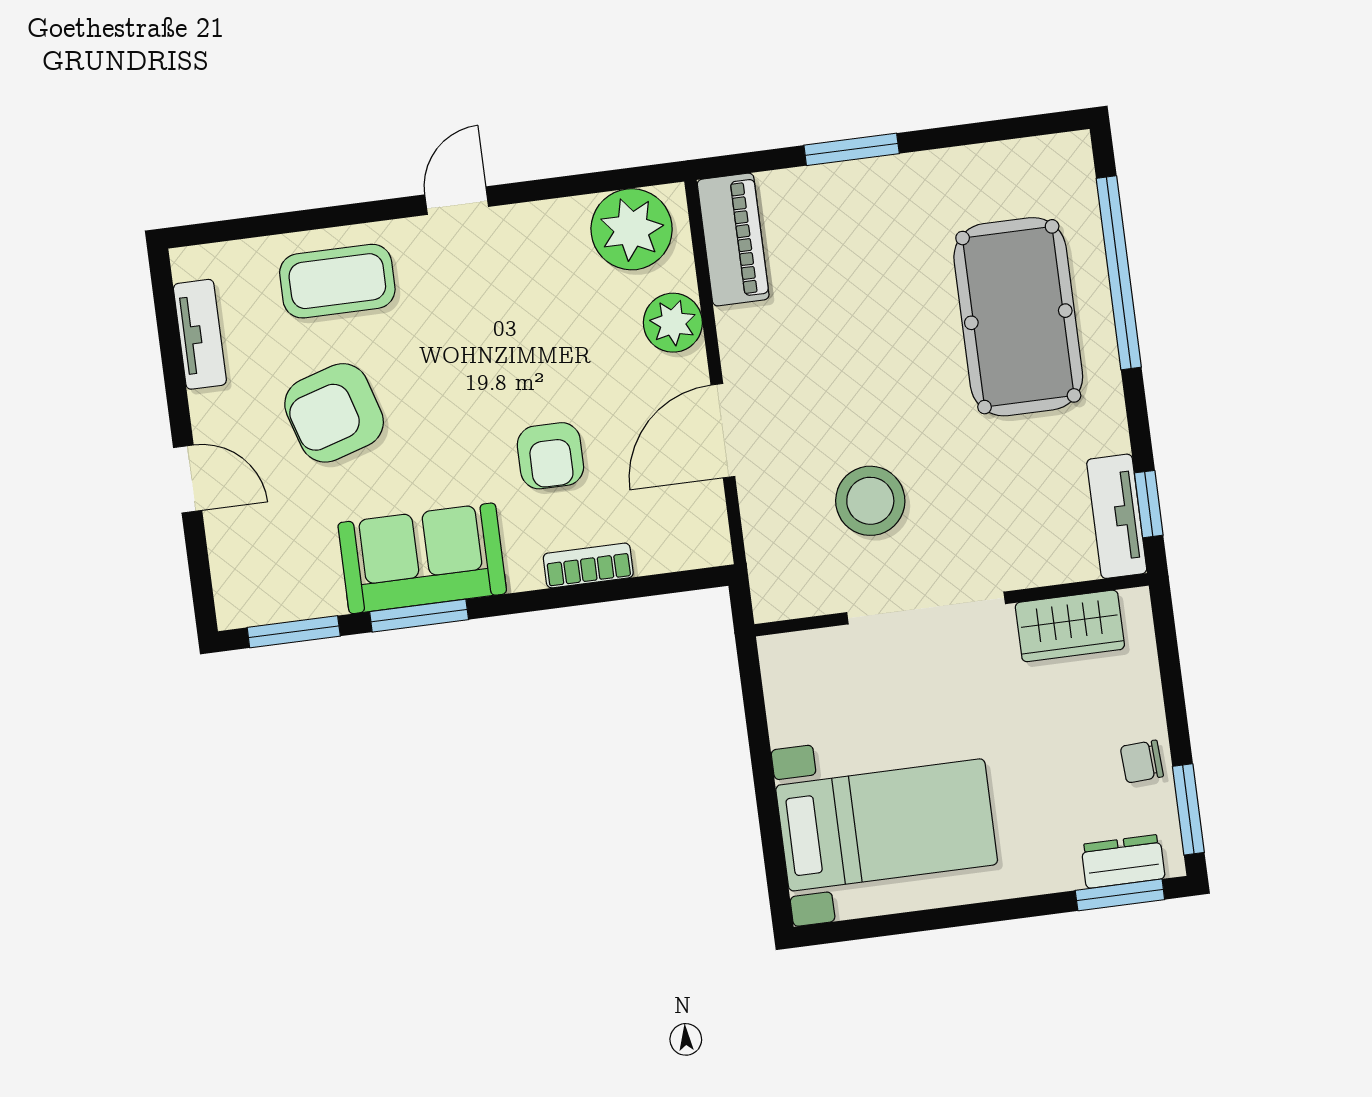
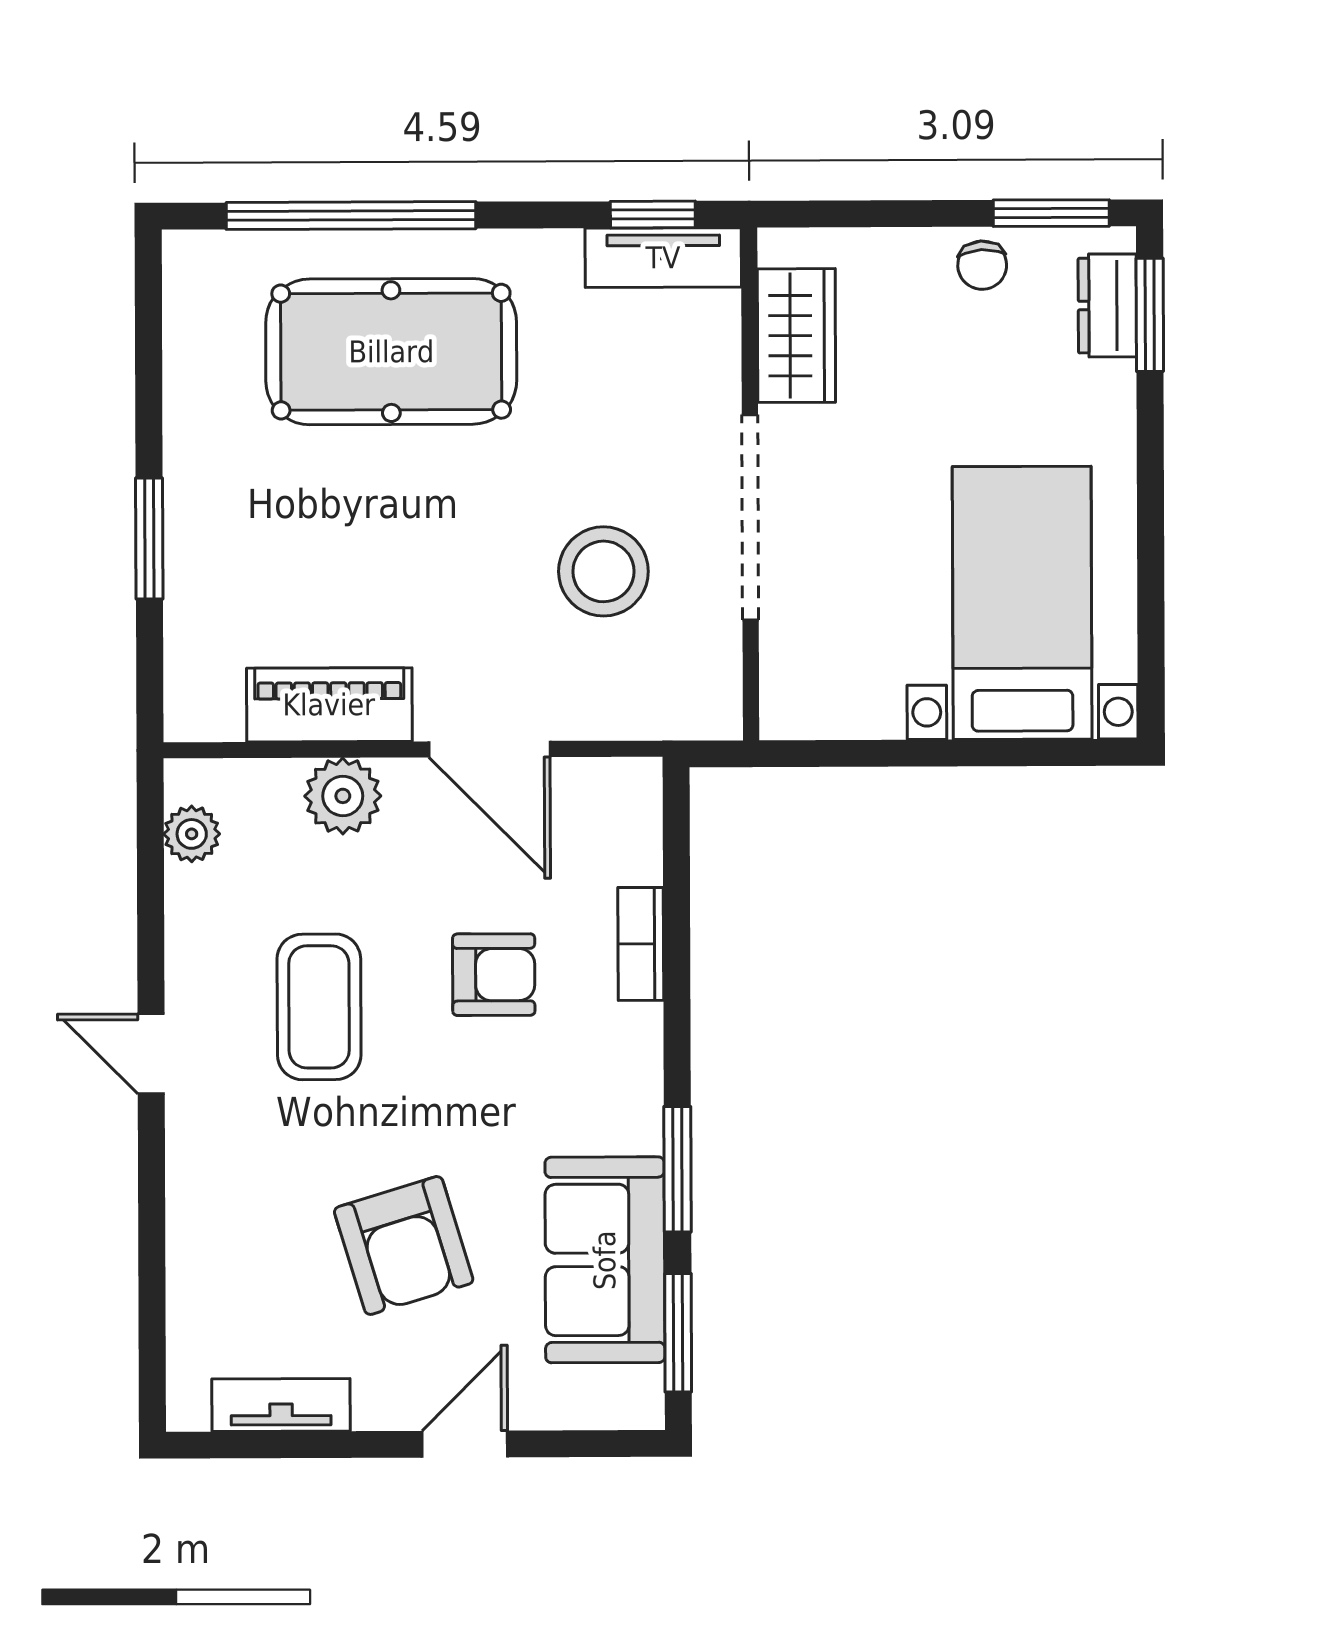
plant: (632, 229) -> (192, 834), width x0.53, depth x0.53
piano: (733, 240) -> (329, 705), moved
coffee table: (337, 281) -> (319, 1007), moved
sofa: (422, 558) -> (605, 1260), moved

